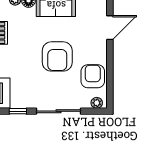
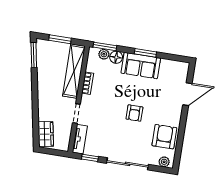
armchair: (57, 56) -> (134, 113), width x0.53, depth x0.53

